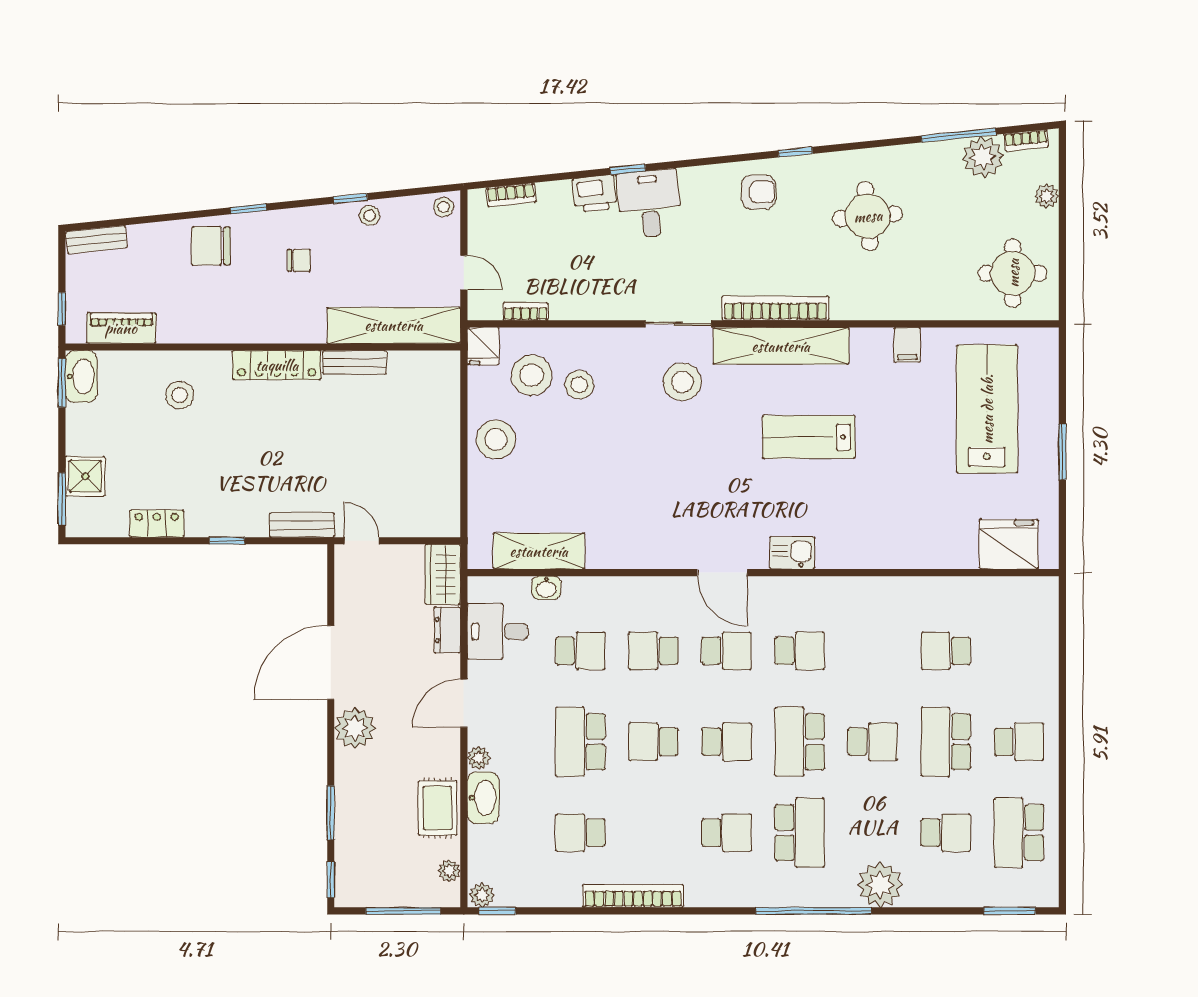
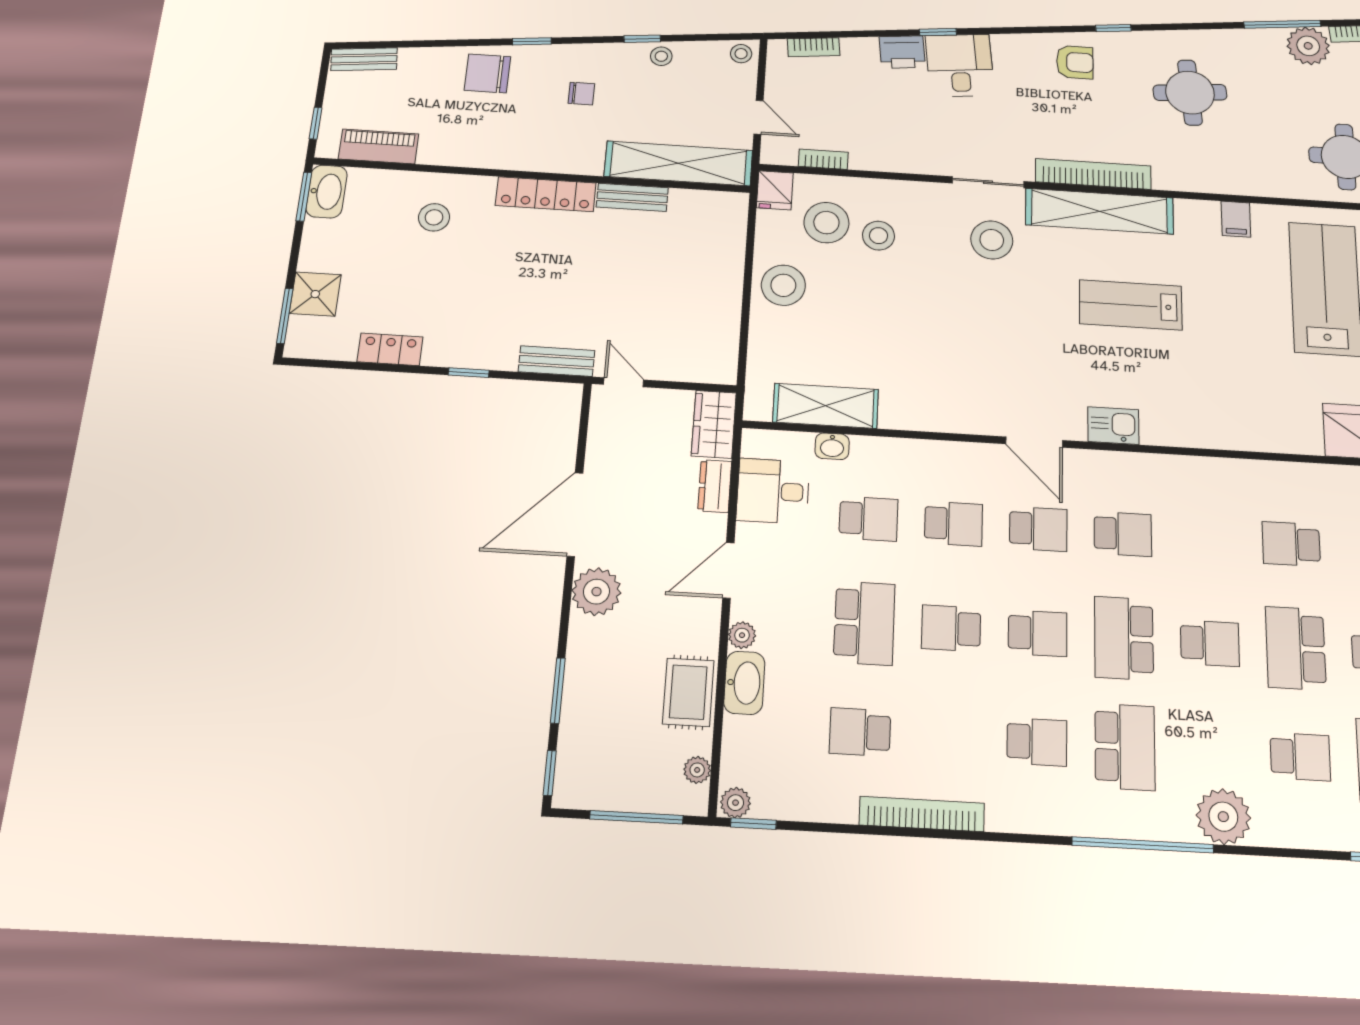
school desk: (653, 651) -> (954, 524), turned 180
school desk: (580, 742) -> (864, 623), turned 180

